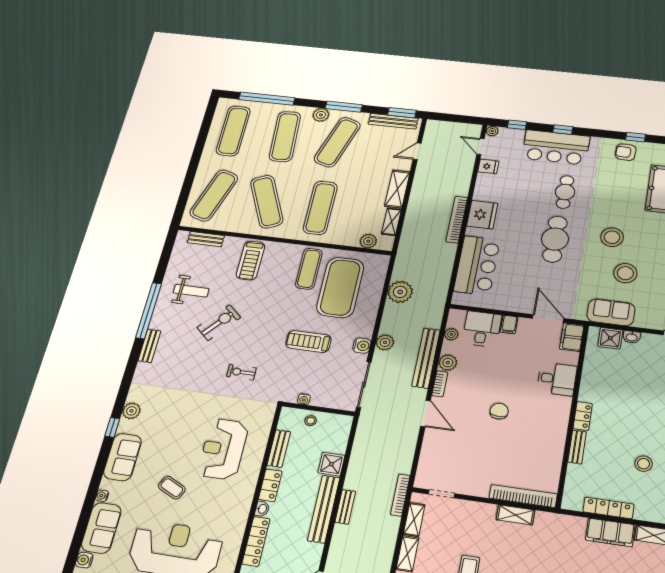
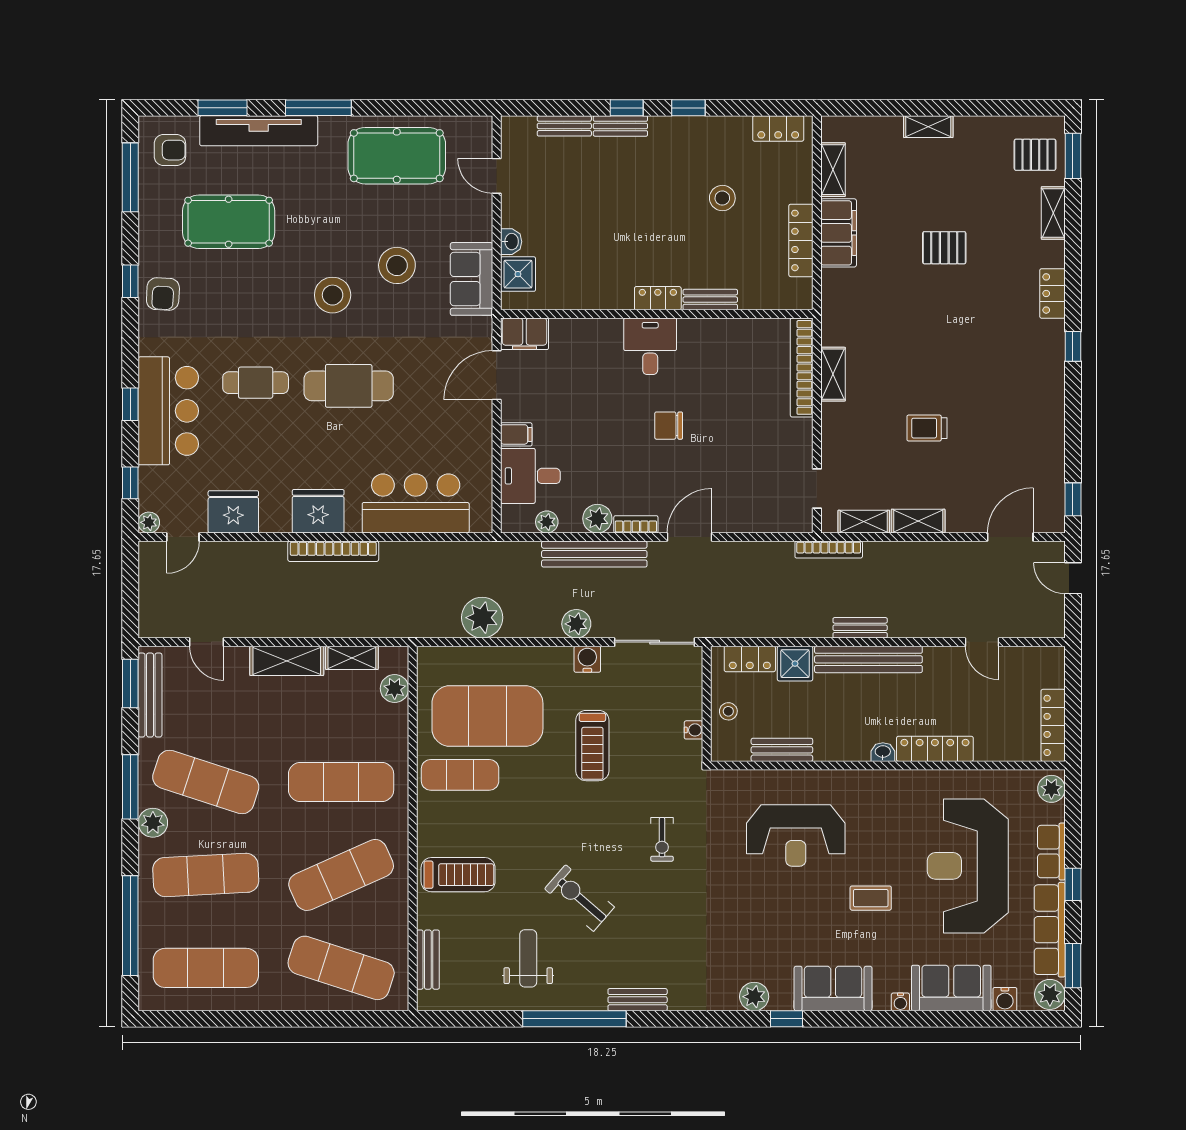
fridge: (488, 166) -> (233, 512), width x1.88, depth x1.34
desk: (557, 379) -> (650, 346), moved
locker: (270, 485) -> (750, 659), moved, turned 180
coffee table: (172, 488) -> (871, 898), turned 64

